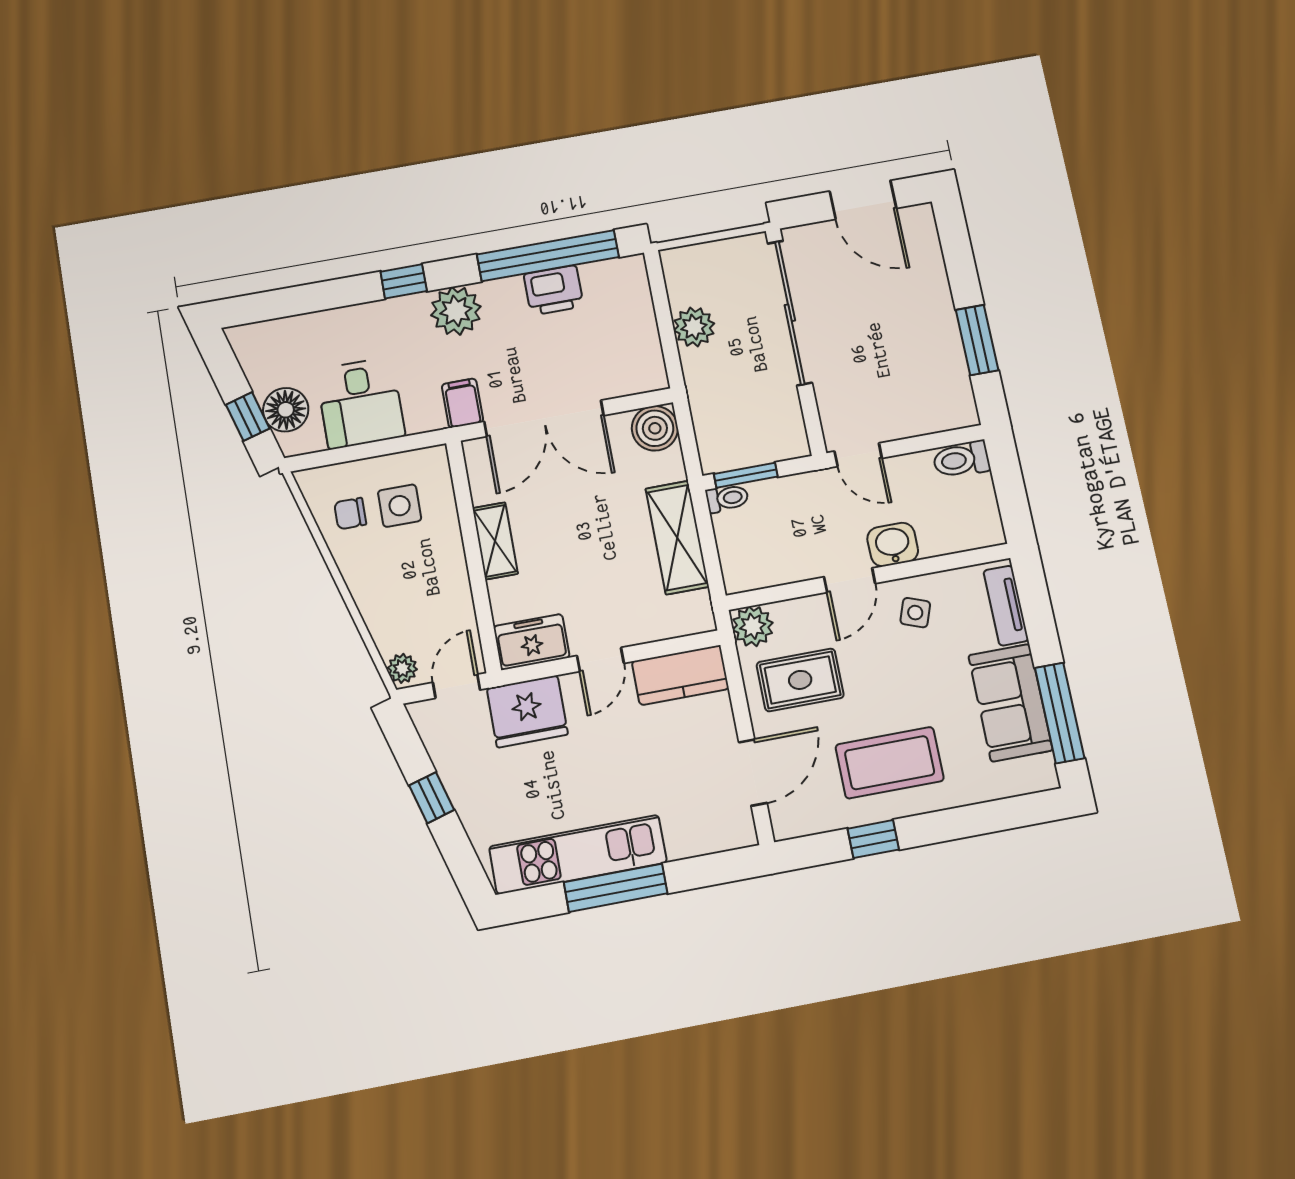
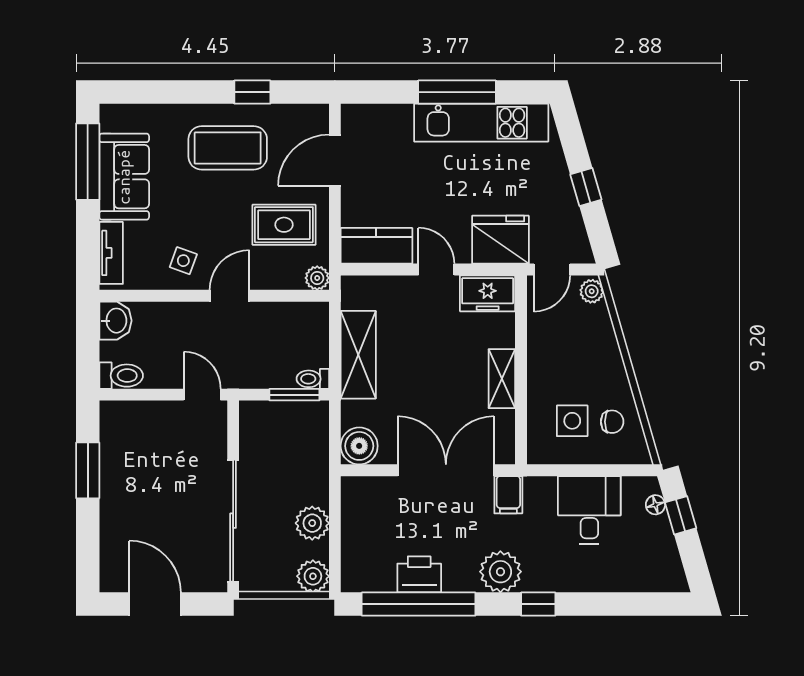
plant: (681, 265) -> (313, 576), added
floor lamp: (286, 410) -> (655, 505), width x0.53, depth x0.53
washbasin: (893, 545) -> (115, 321), moved, turned -90
plant: (753, 626) -> (317, 278), width x0.73, depth x0.73
door: (600, 660) -> (436, 270), hinge flipped

